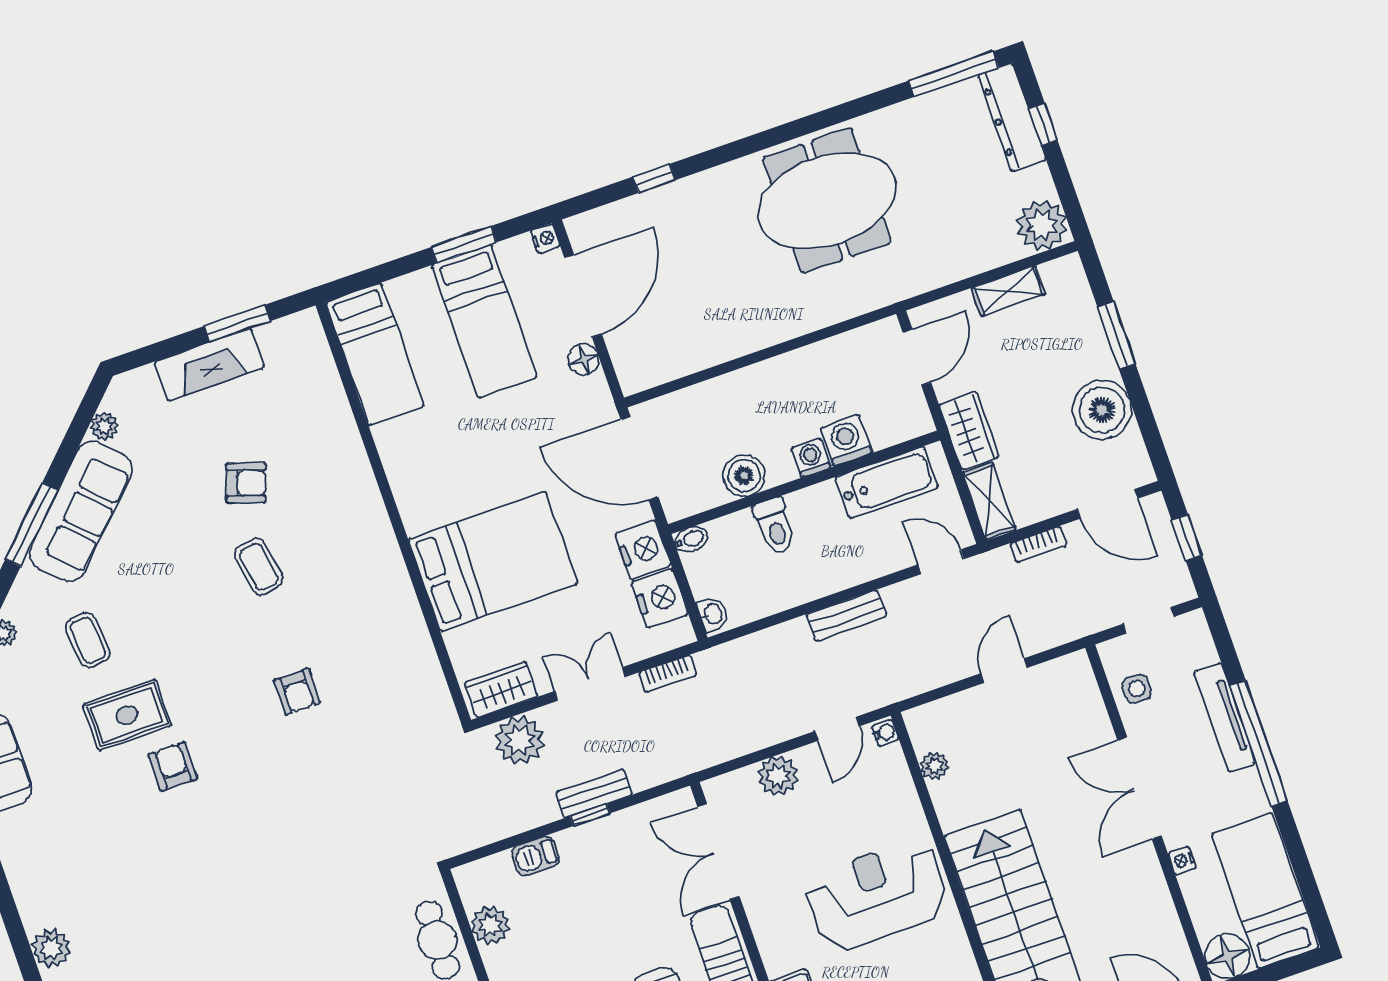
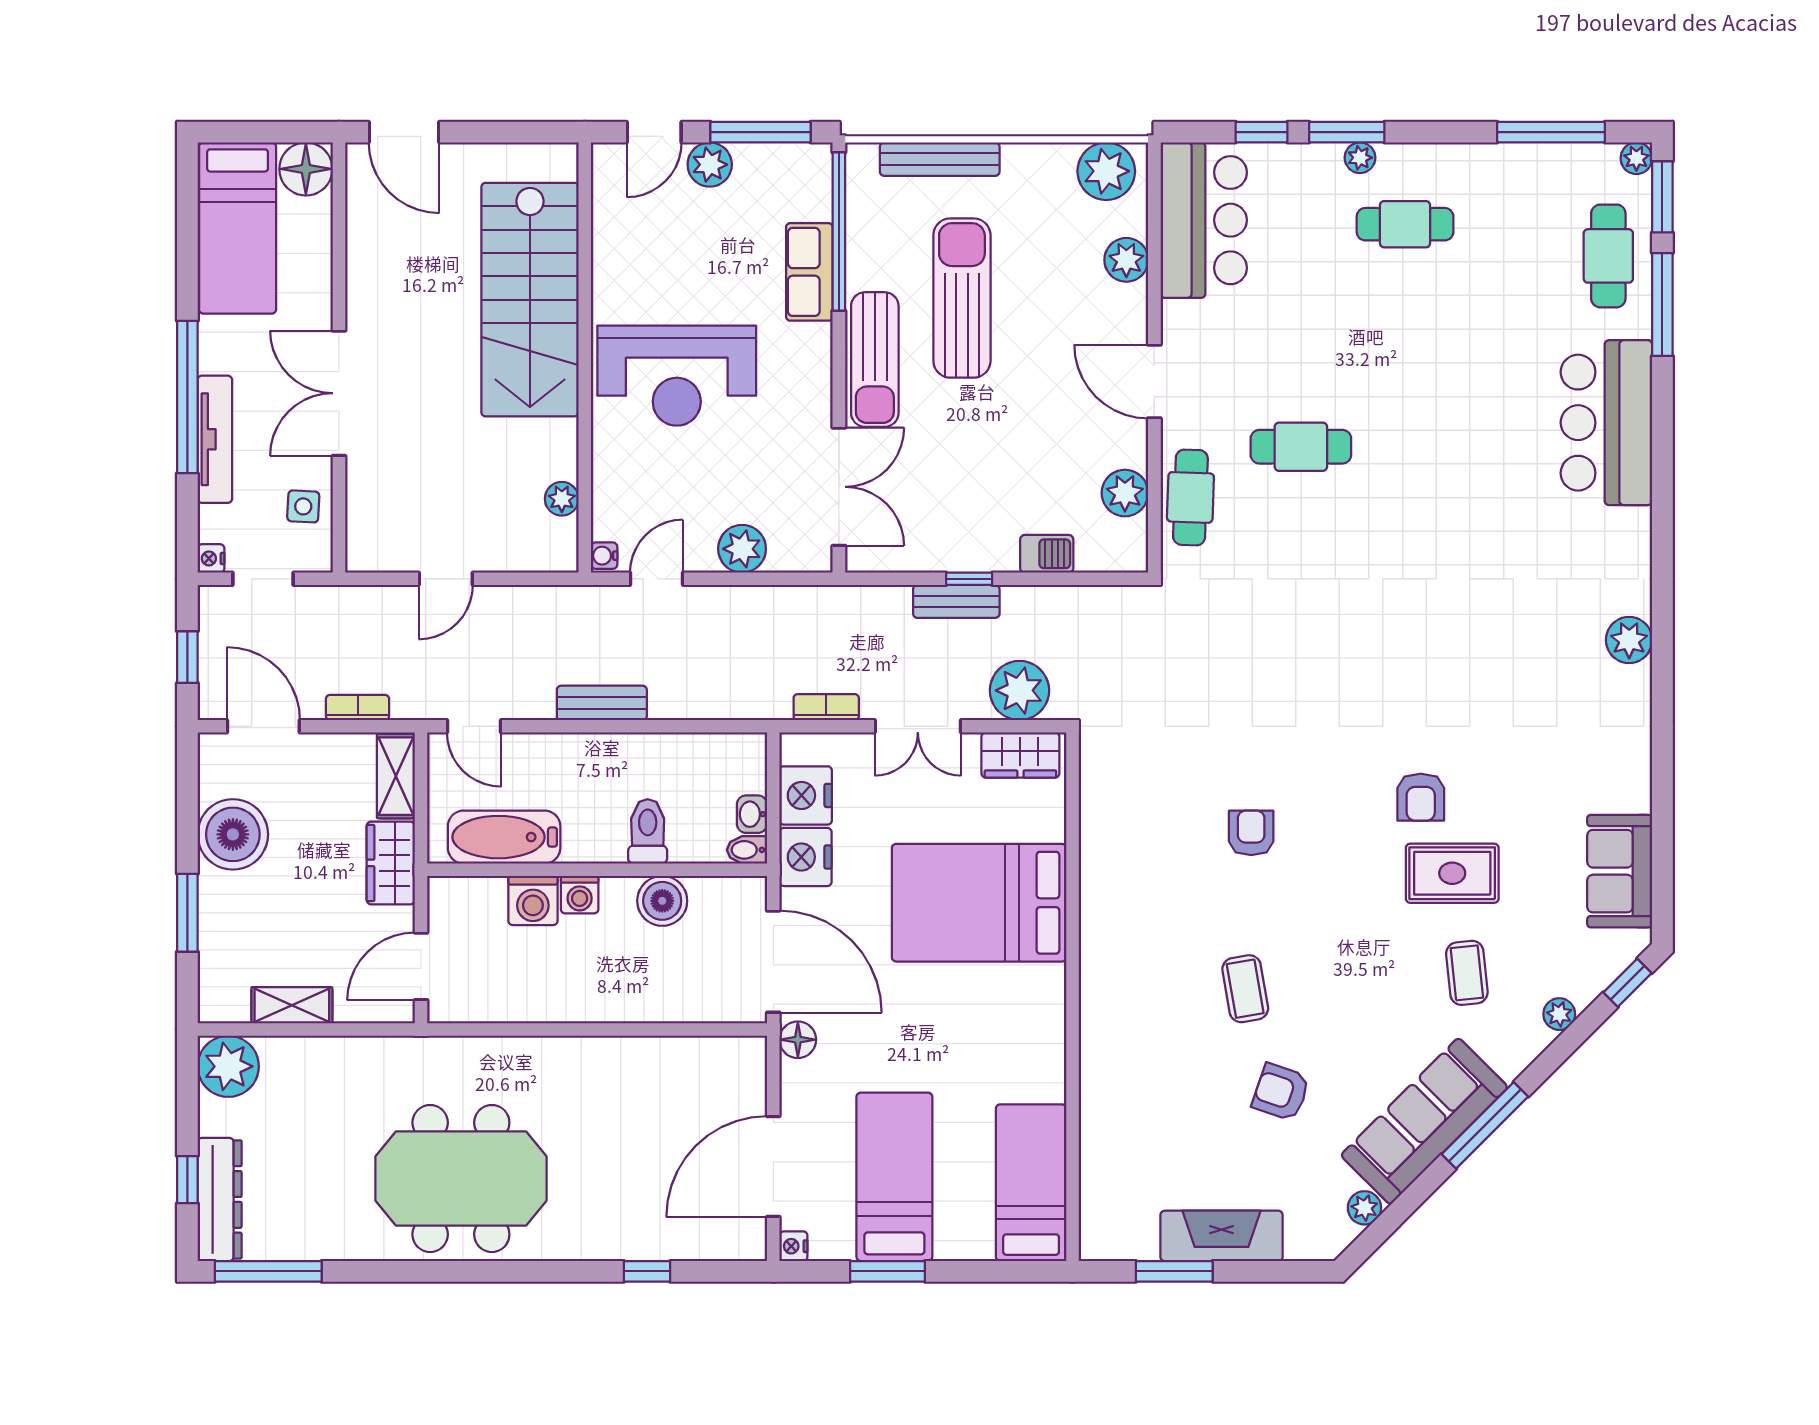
floor lamp: (583, 359) -> (798, 1040), moved
armchair: (246, 483) -> (1281, 1092), moved
washbasin: (713, 614) -> (752, 814), moved
double door: (1140, 788) -> (339, 393), swing flipped
nightstand: (1182, 861) -> (211, 558), moved, turned 180

